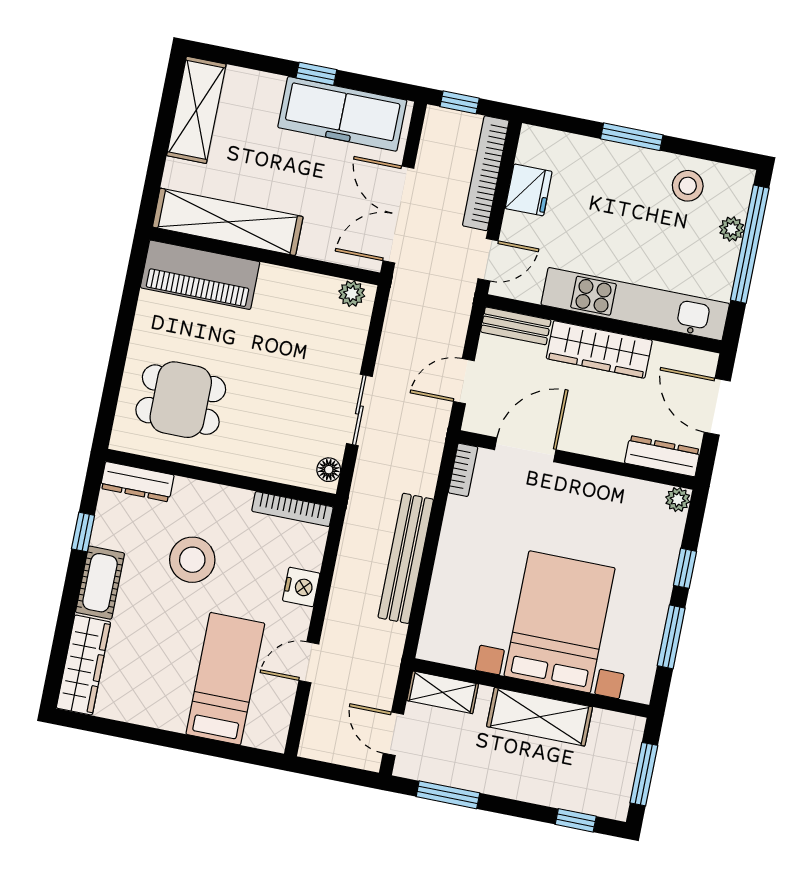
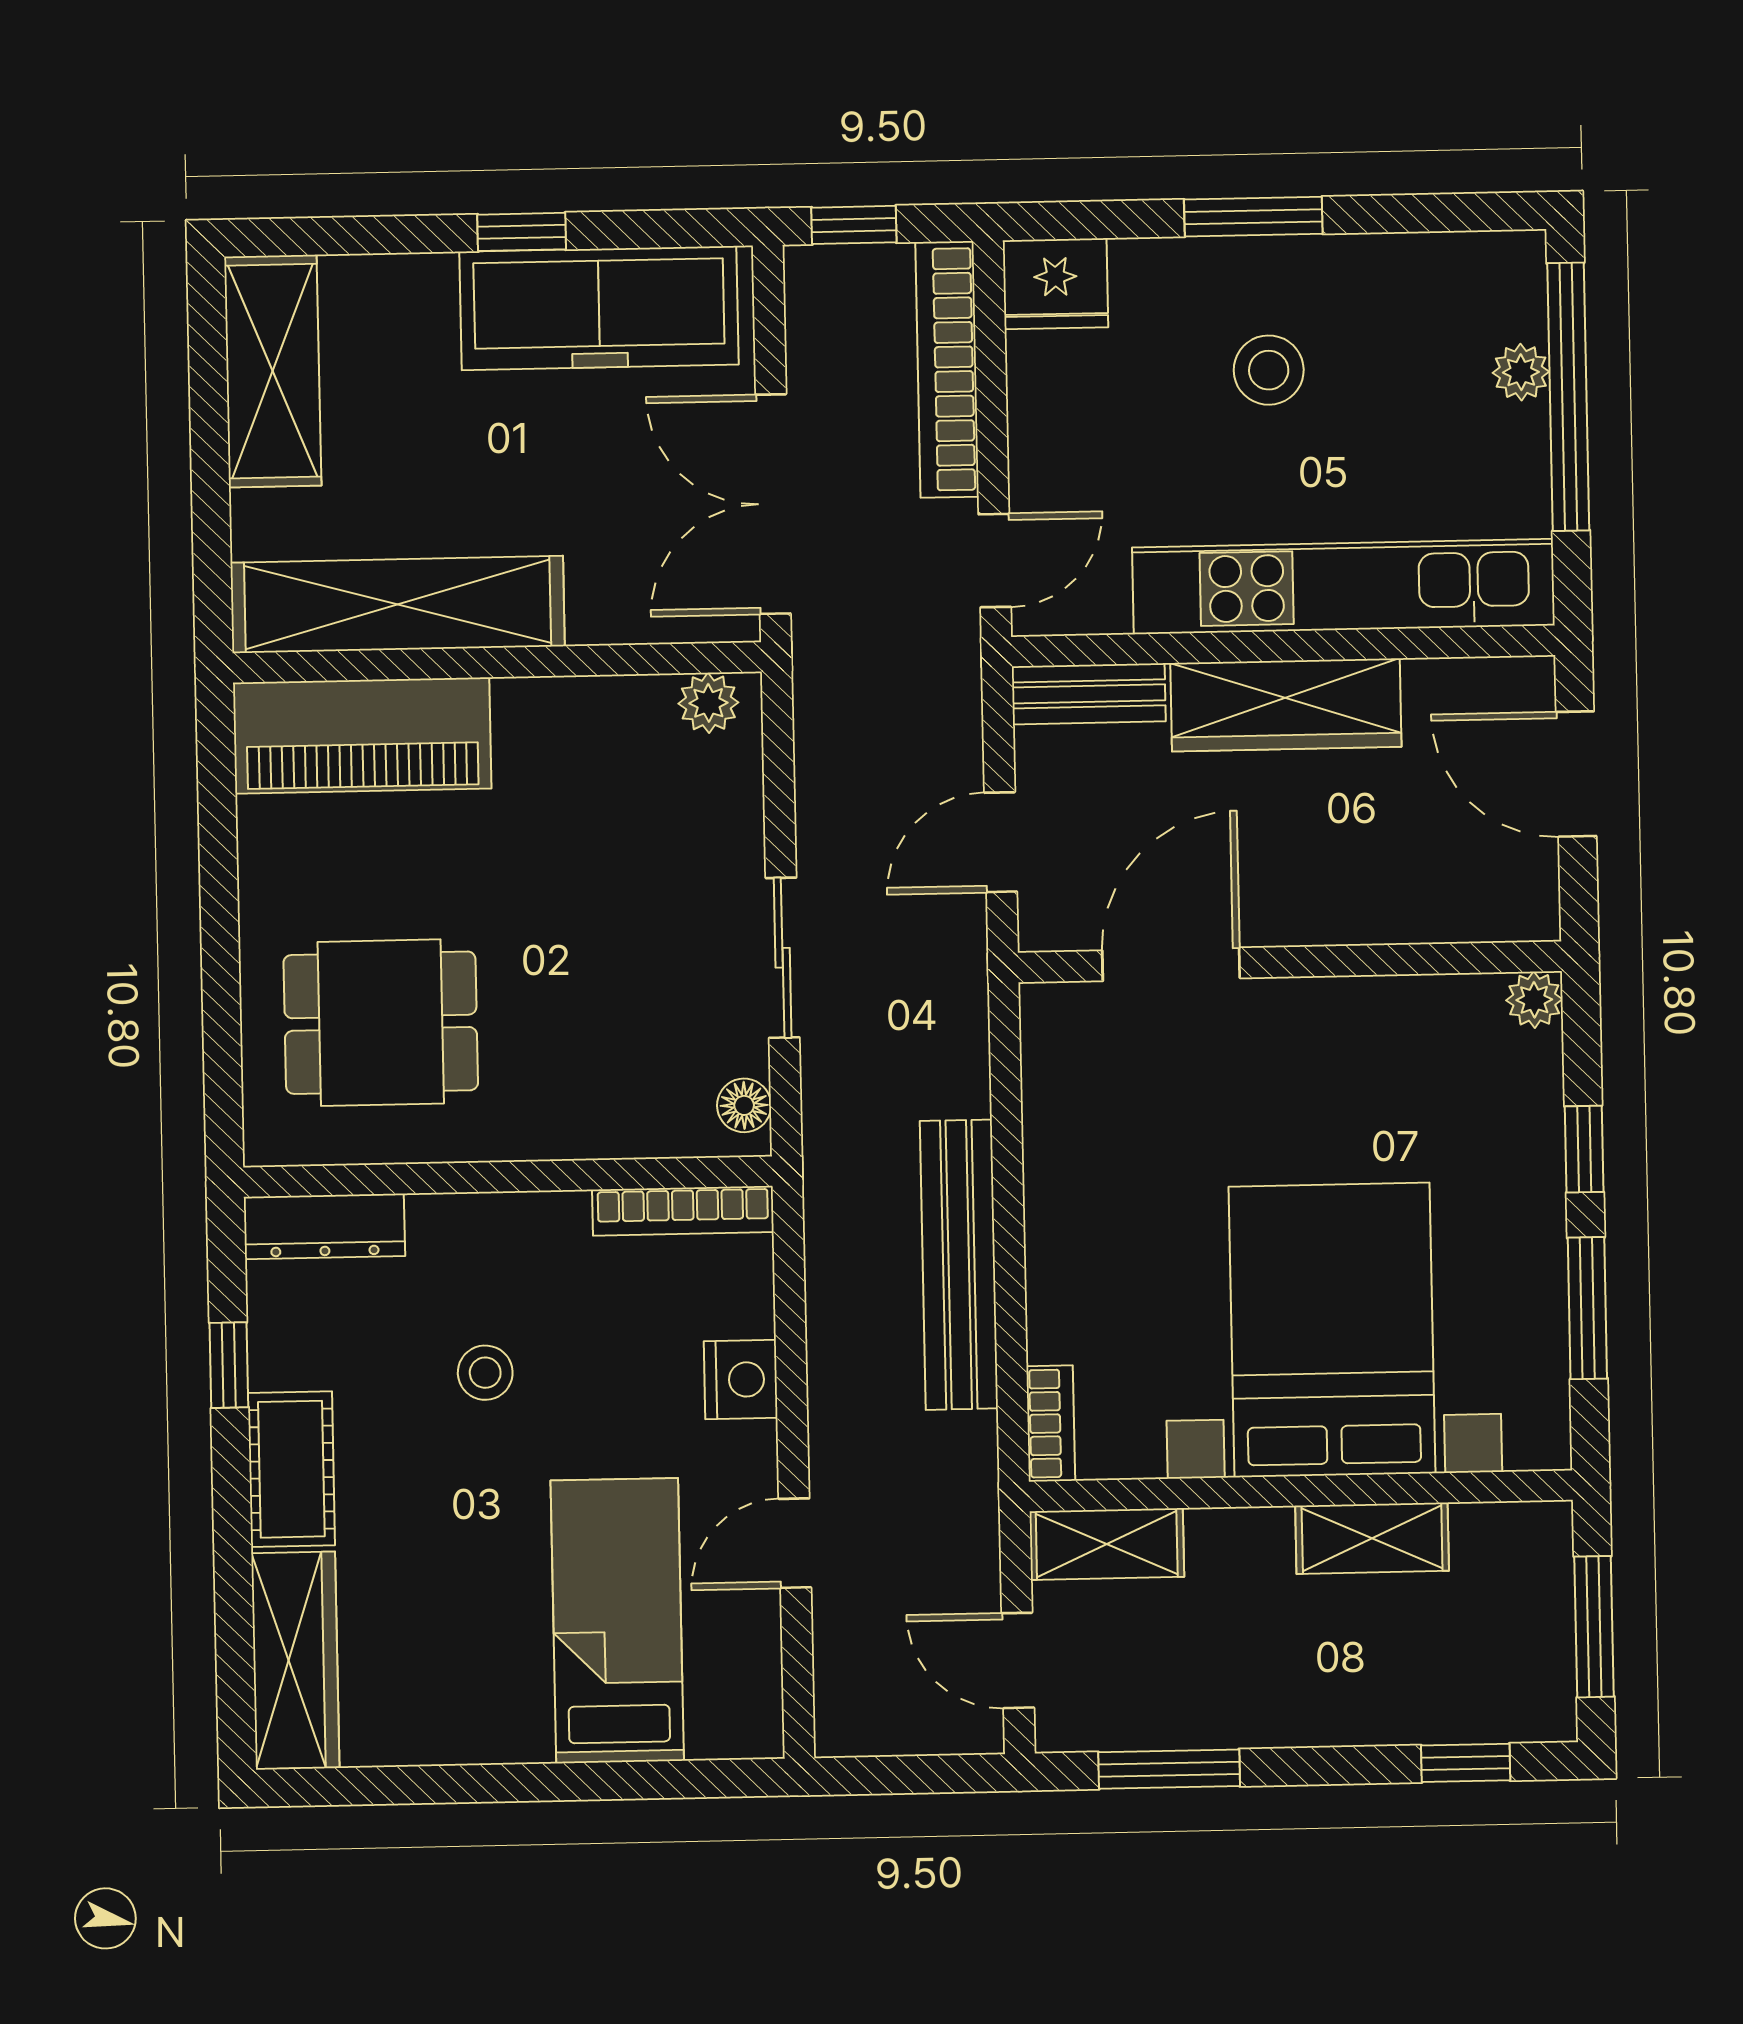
stool: (688, 186) -> (1269, 370), moved
fridge: (529, 190) -> (1055, 284), moved, turned 90
dresser: (662, 456) -> (1479, 911), removed
bookcase: (463, 470) -> (1051, 1423), moved
stool: (192, 560) -> (485, 1373), width x0.53, depth x0.53
shelving: (540, 717) -> (1372, 1538), width x0.67, depth x0.75

